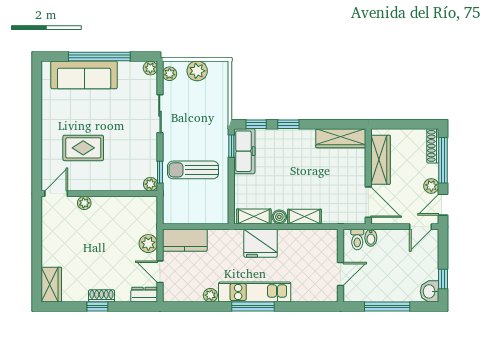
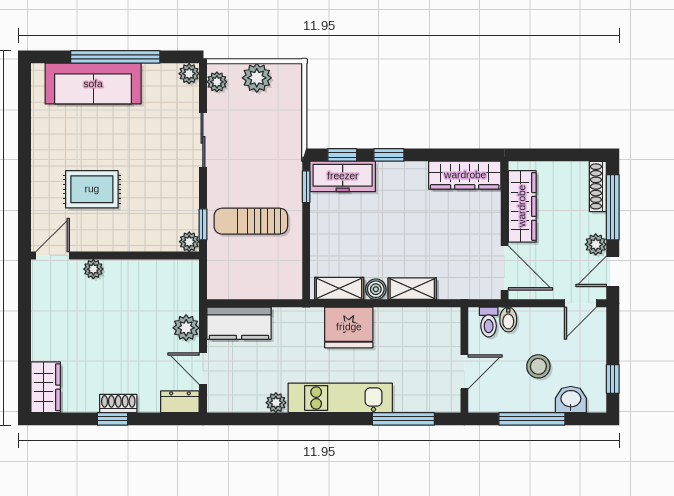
freezer: (244, 151) -> (343, 176), moved, turned 90
stool: (392, 270) -> (538, 366), added
washbasin: (430, 291) -> (571, 399), moved, turned 90
window: (253, 306) -> (403, 419), moved

